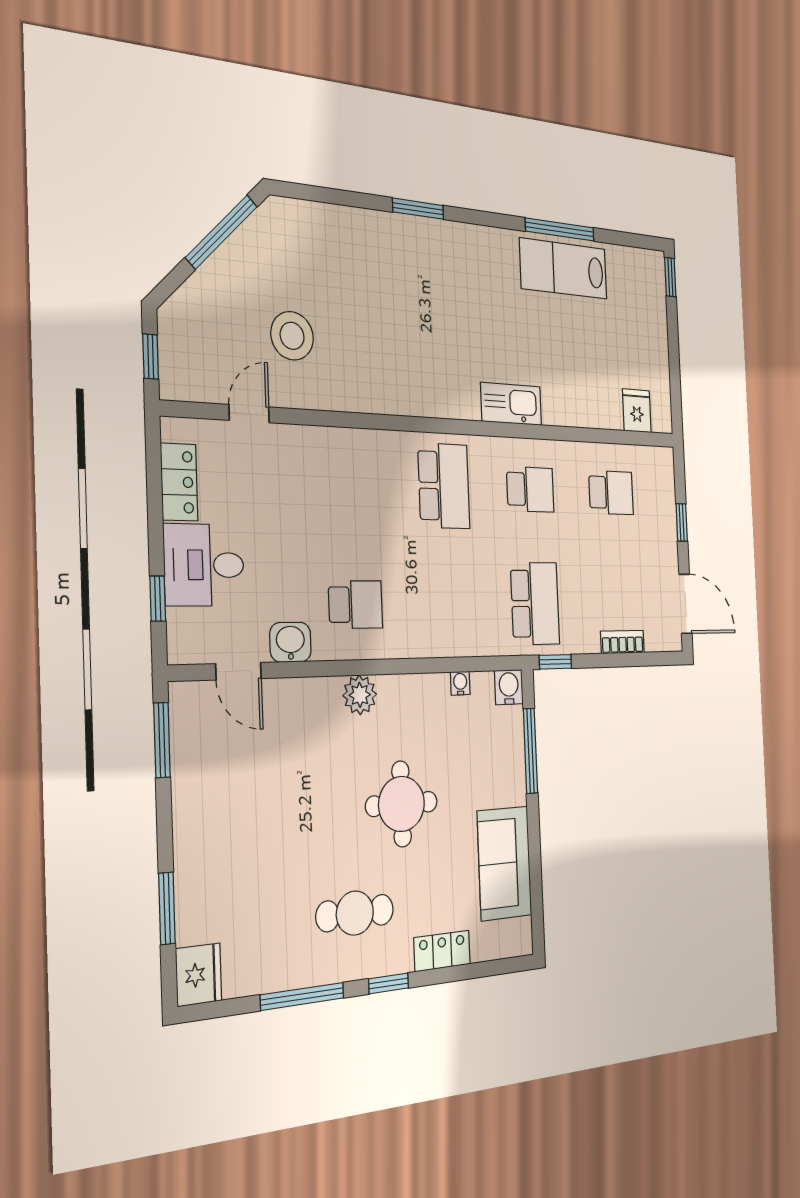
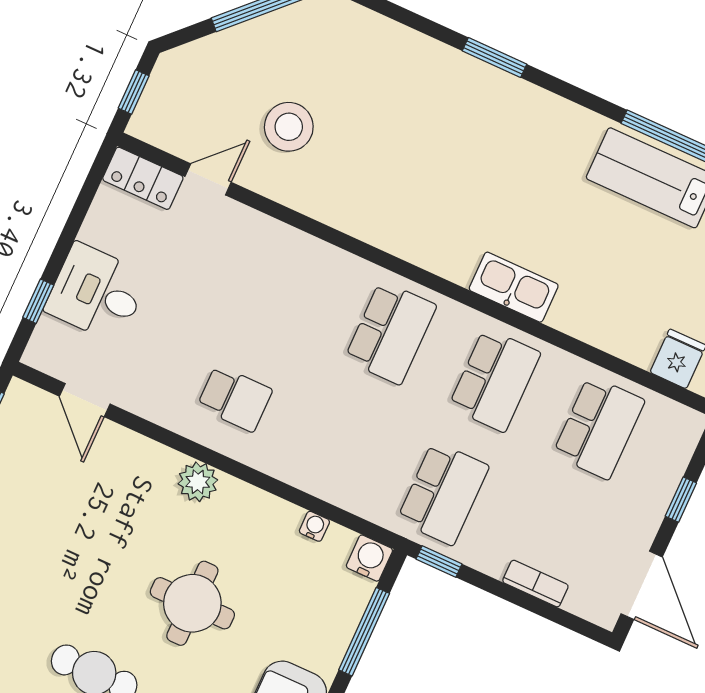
locker: (179, 482) -> (143, 178), moved, turned 90
school desk: (530, 489) -> (495, 380), width x1.85
school desk: (611, 493) -> (599, 427), width x1.85
washbasin: (290, 642) -> (149, 400), removed

